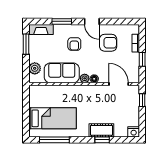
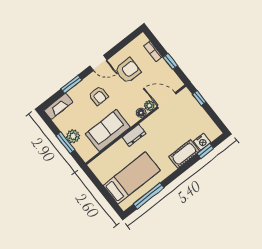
window: (26, 44) -> (65, 143), moved
plant: (35, 68) -> (73, 136), moved
plant: (85, 78) -> (149, 106), moved
dresser: (77, 90) -> (134, 135), added
nightstand: (134, 132) -> (202, 142), moved
window: (102, 140) -> (205, 151), moved

